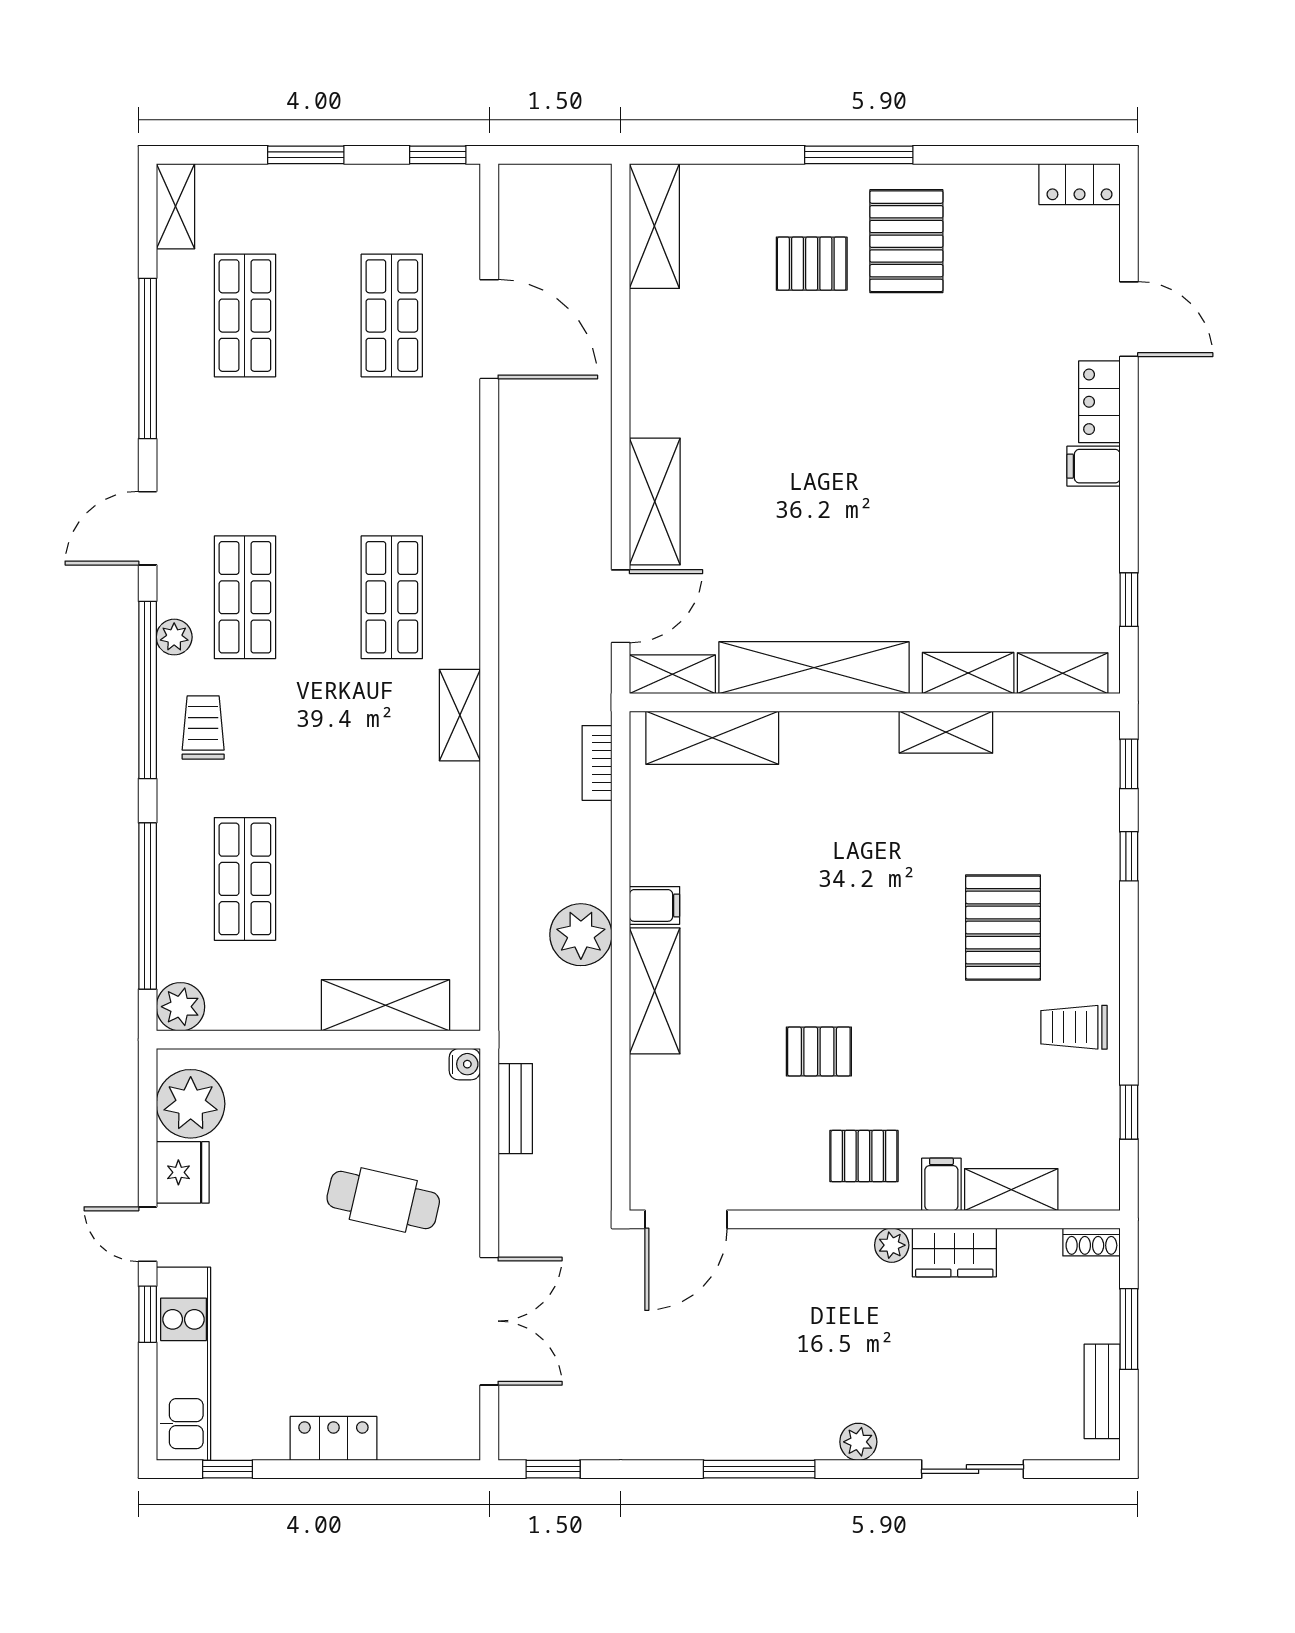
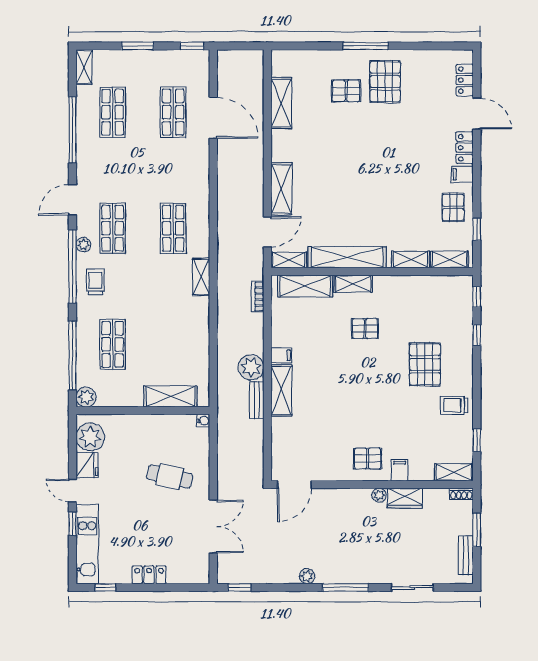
locker: (1080, 184) -> (465, 80), moved, turned 90
shelving: (654, 226) -> (281, 103), moved
pallet: (1072, 547) -> (453, 207), added
shelving: (946, 732) -> (353, 284), moved
pallet: (819, 1051) -> (365, 329), moved
bench: (515, 1109) -> (257, 400), moved
shelving: (1011, 1190) -> (454, 472), moved
plant: (858, 1442) -> (307, 576), moved
window: (759, 1469) -> (346, 587), moved

